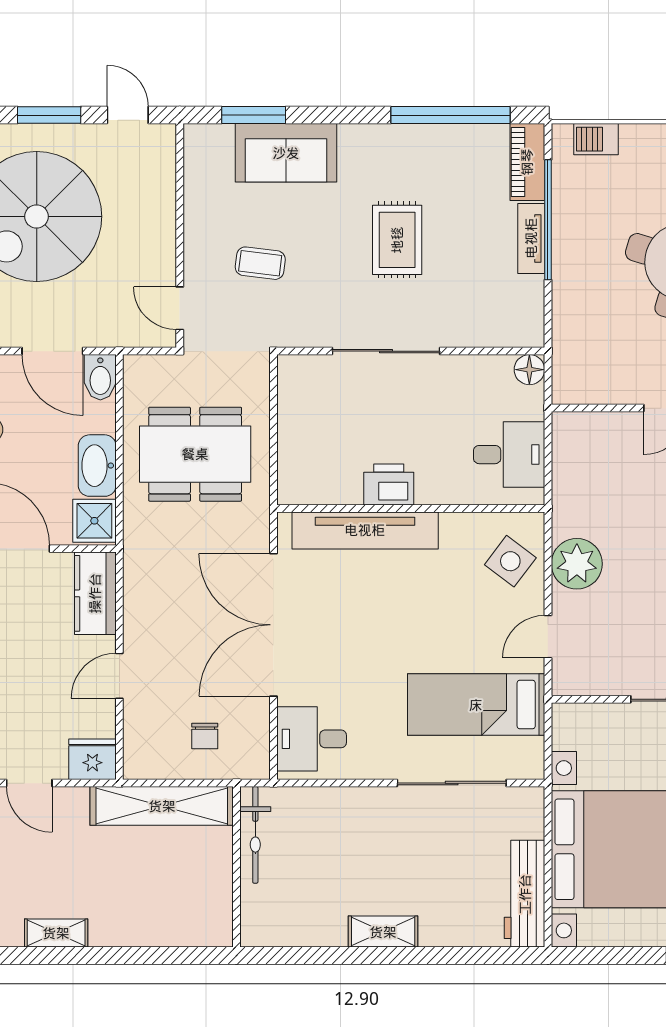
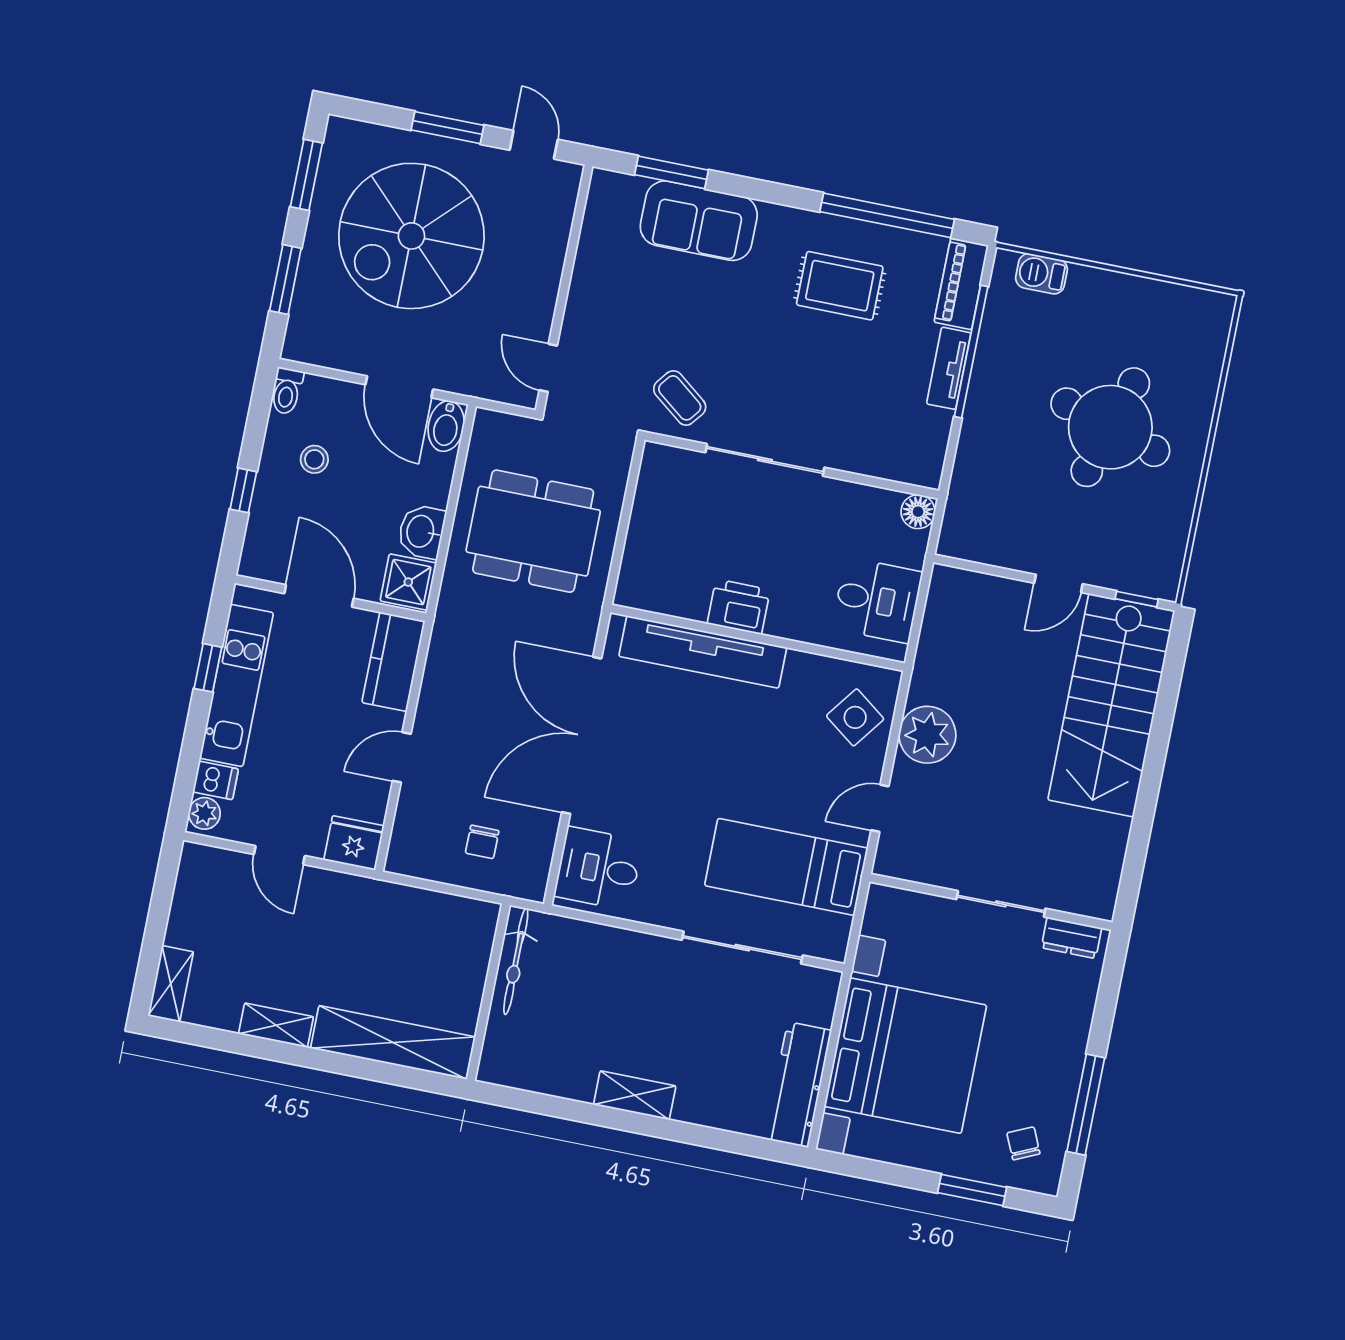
rug: (397, 240) -> (840, 286), moved, turned 90
coffee table: (260, 263) -> (680, 398), moved, turned 31
washbasin: (97, 466) -> (422, 532), width x0.72
shelving: (162, 806) -> (393, 1042), moved

